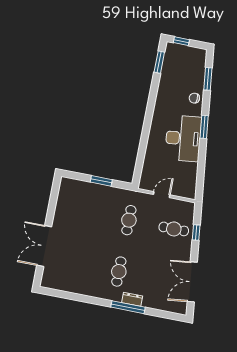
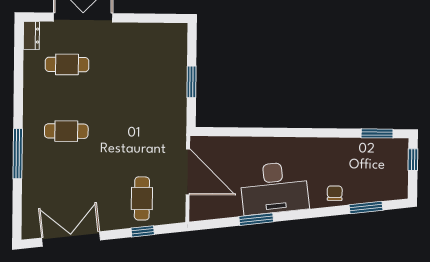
window: (204, 127) -> (256, 219), moved
door: (162, 195) -> (188, 172), width x1.88
cafe table: (129, 220) -> (67, 64), moved
dresser: (132, 299) -> (31, 35), moved

